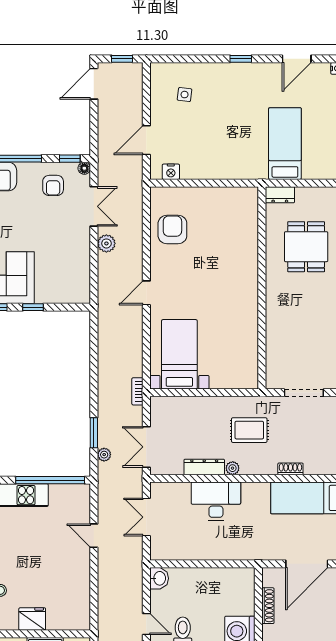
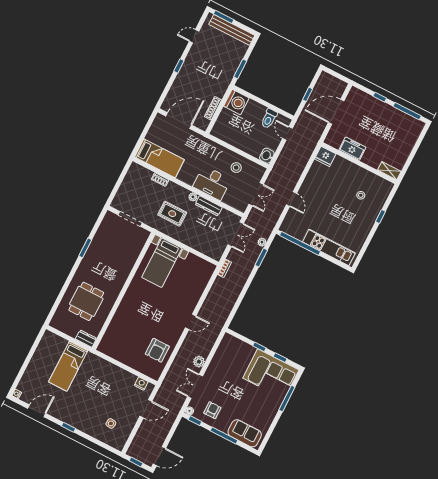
bed with nightstands: (179, 354) -> (162, 263), moved
stool: (193, 540) -> (236, 168), added
fridge: (32, 619) -> (325, 156), moved

